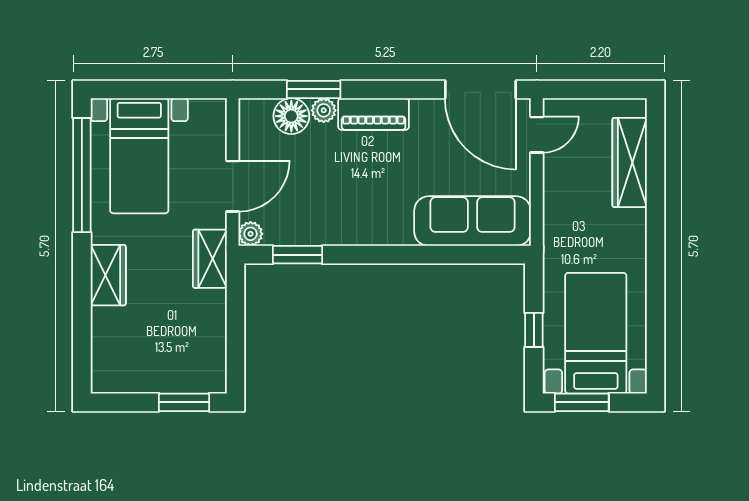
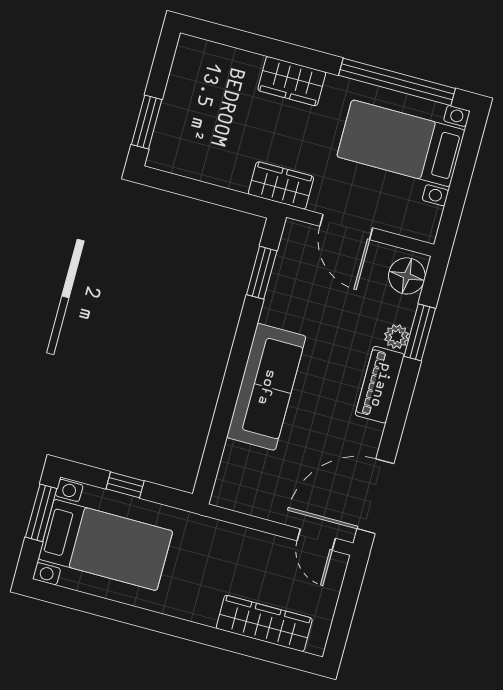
floor lamp: (291, 116) -> (407, 276), moved
sofa: (473, 221) -> (266, 387), moved
plant: (251, 234) -> (295, 232), removed

